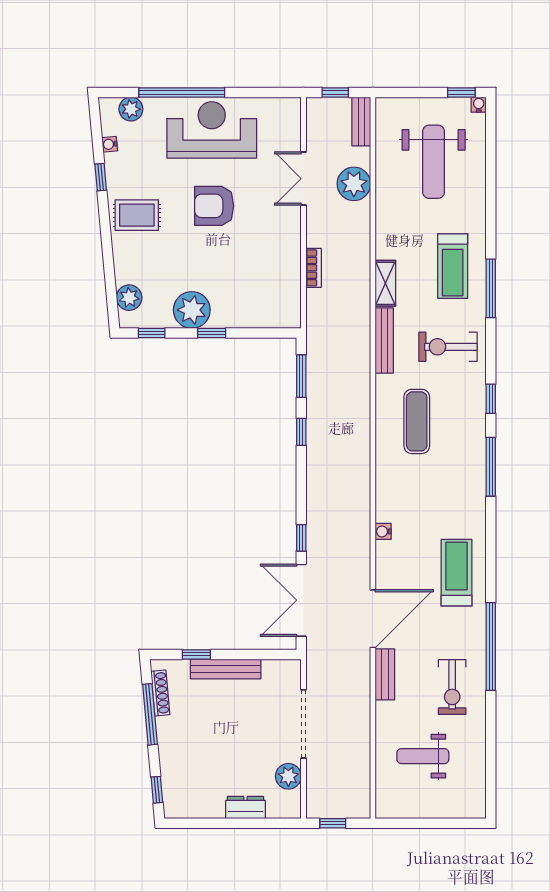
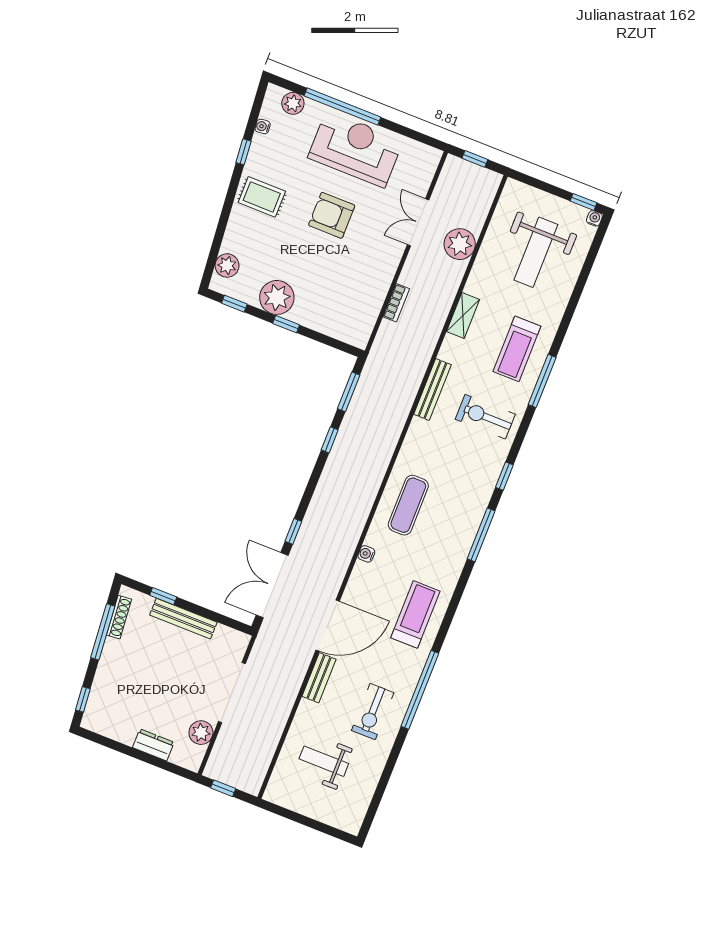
bench: (361, 122) -> (487, 193), removed
shelving: (385, 283) -> (463, 315), moved
exercise mat: (417, 421) -> (408, 505), moved

